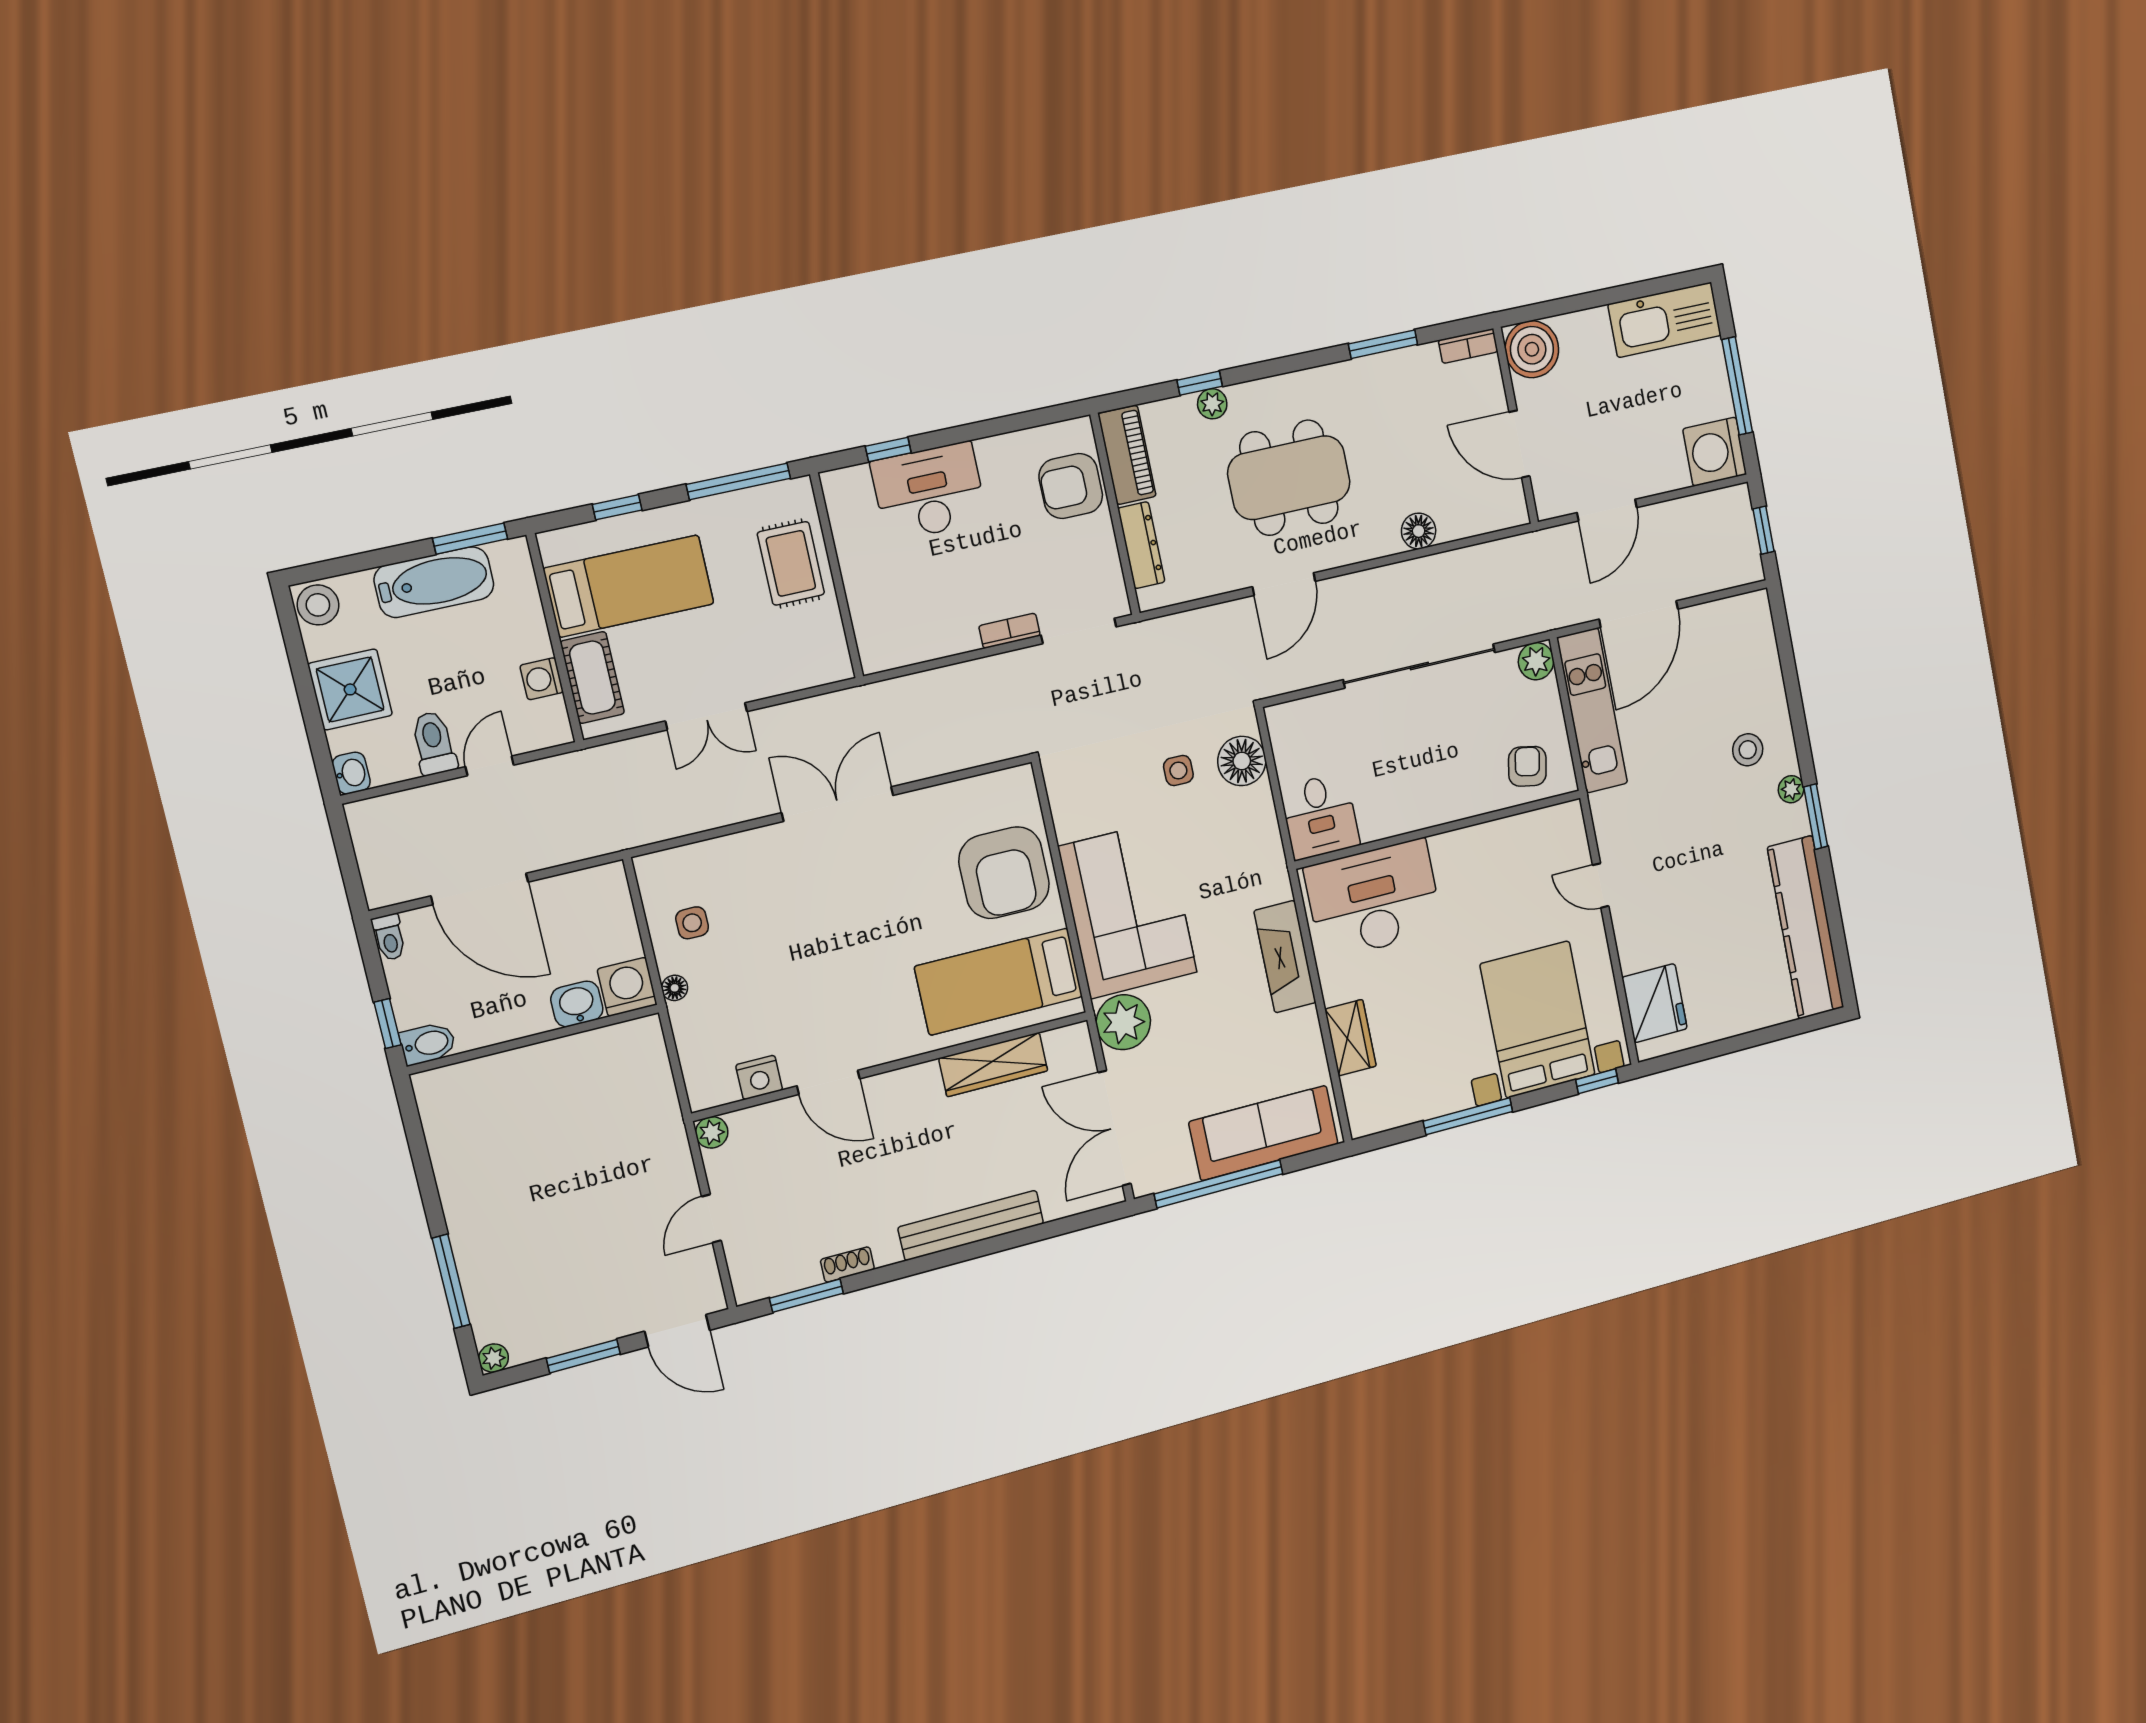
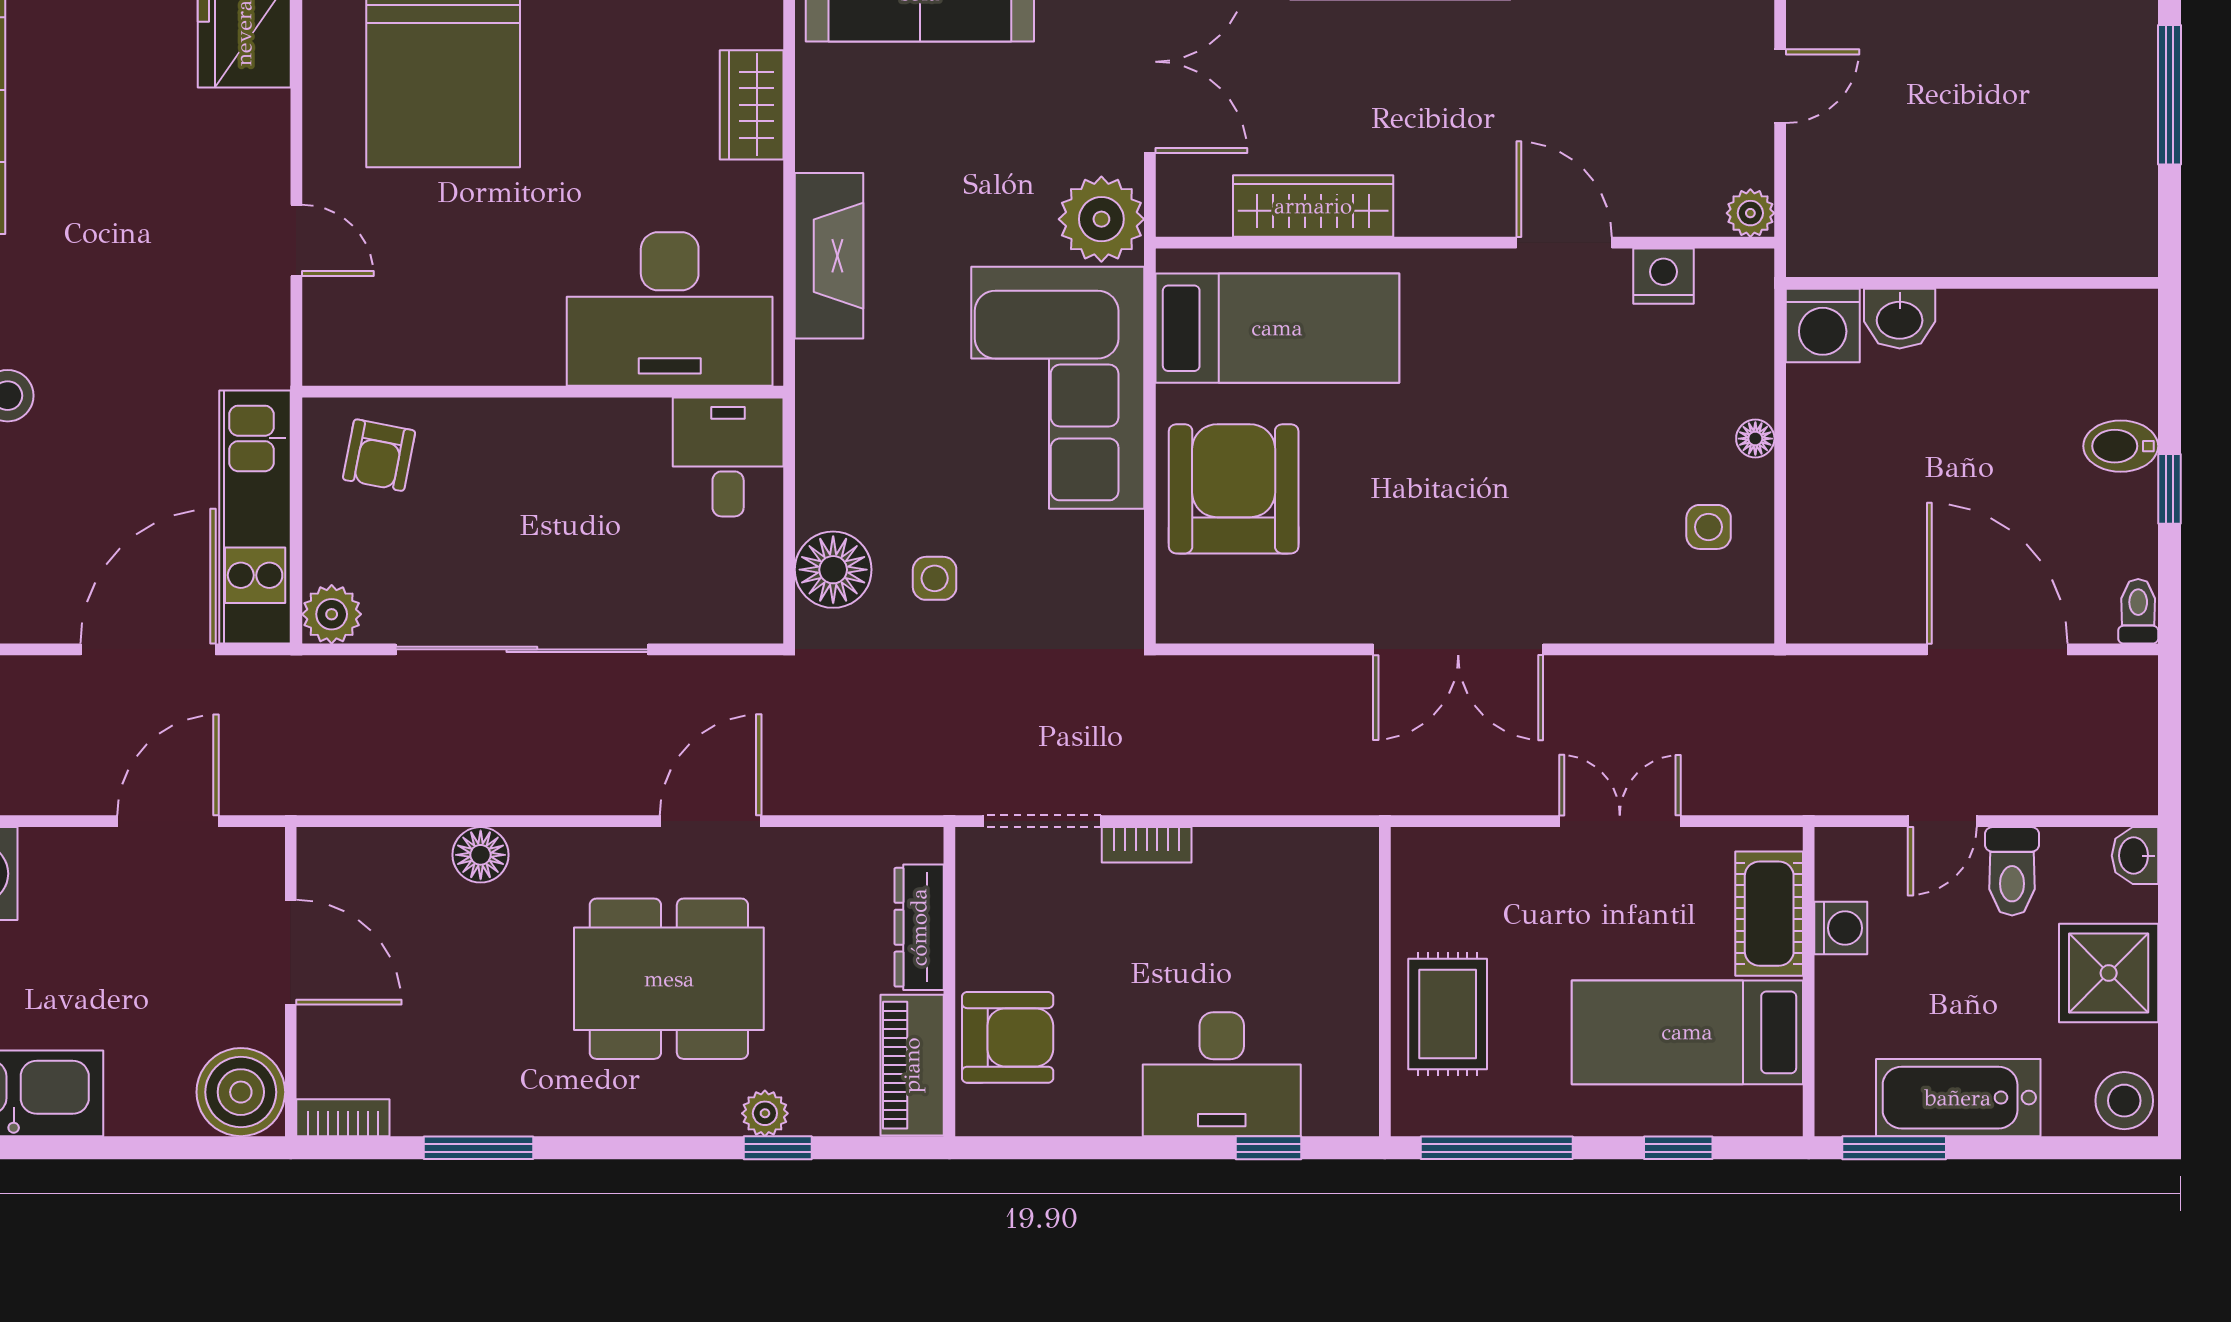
washing machine: (627, 987) -> (1823, 325), moved
washbasin: (577, 1004) -> (1900, 319), moved
wall: (534, 1039) -> (1972, 283), moved

